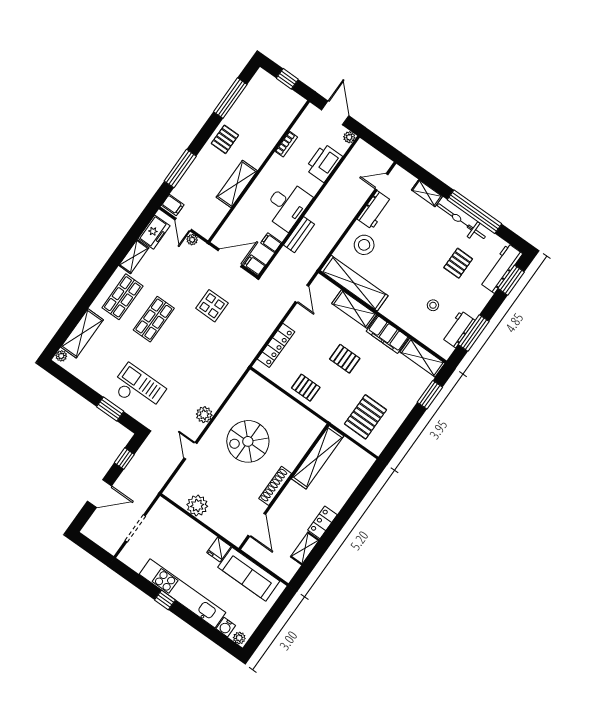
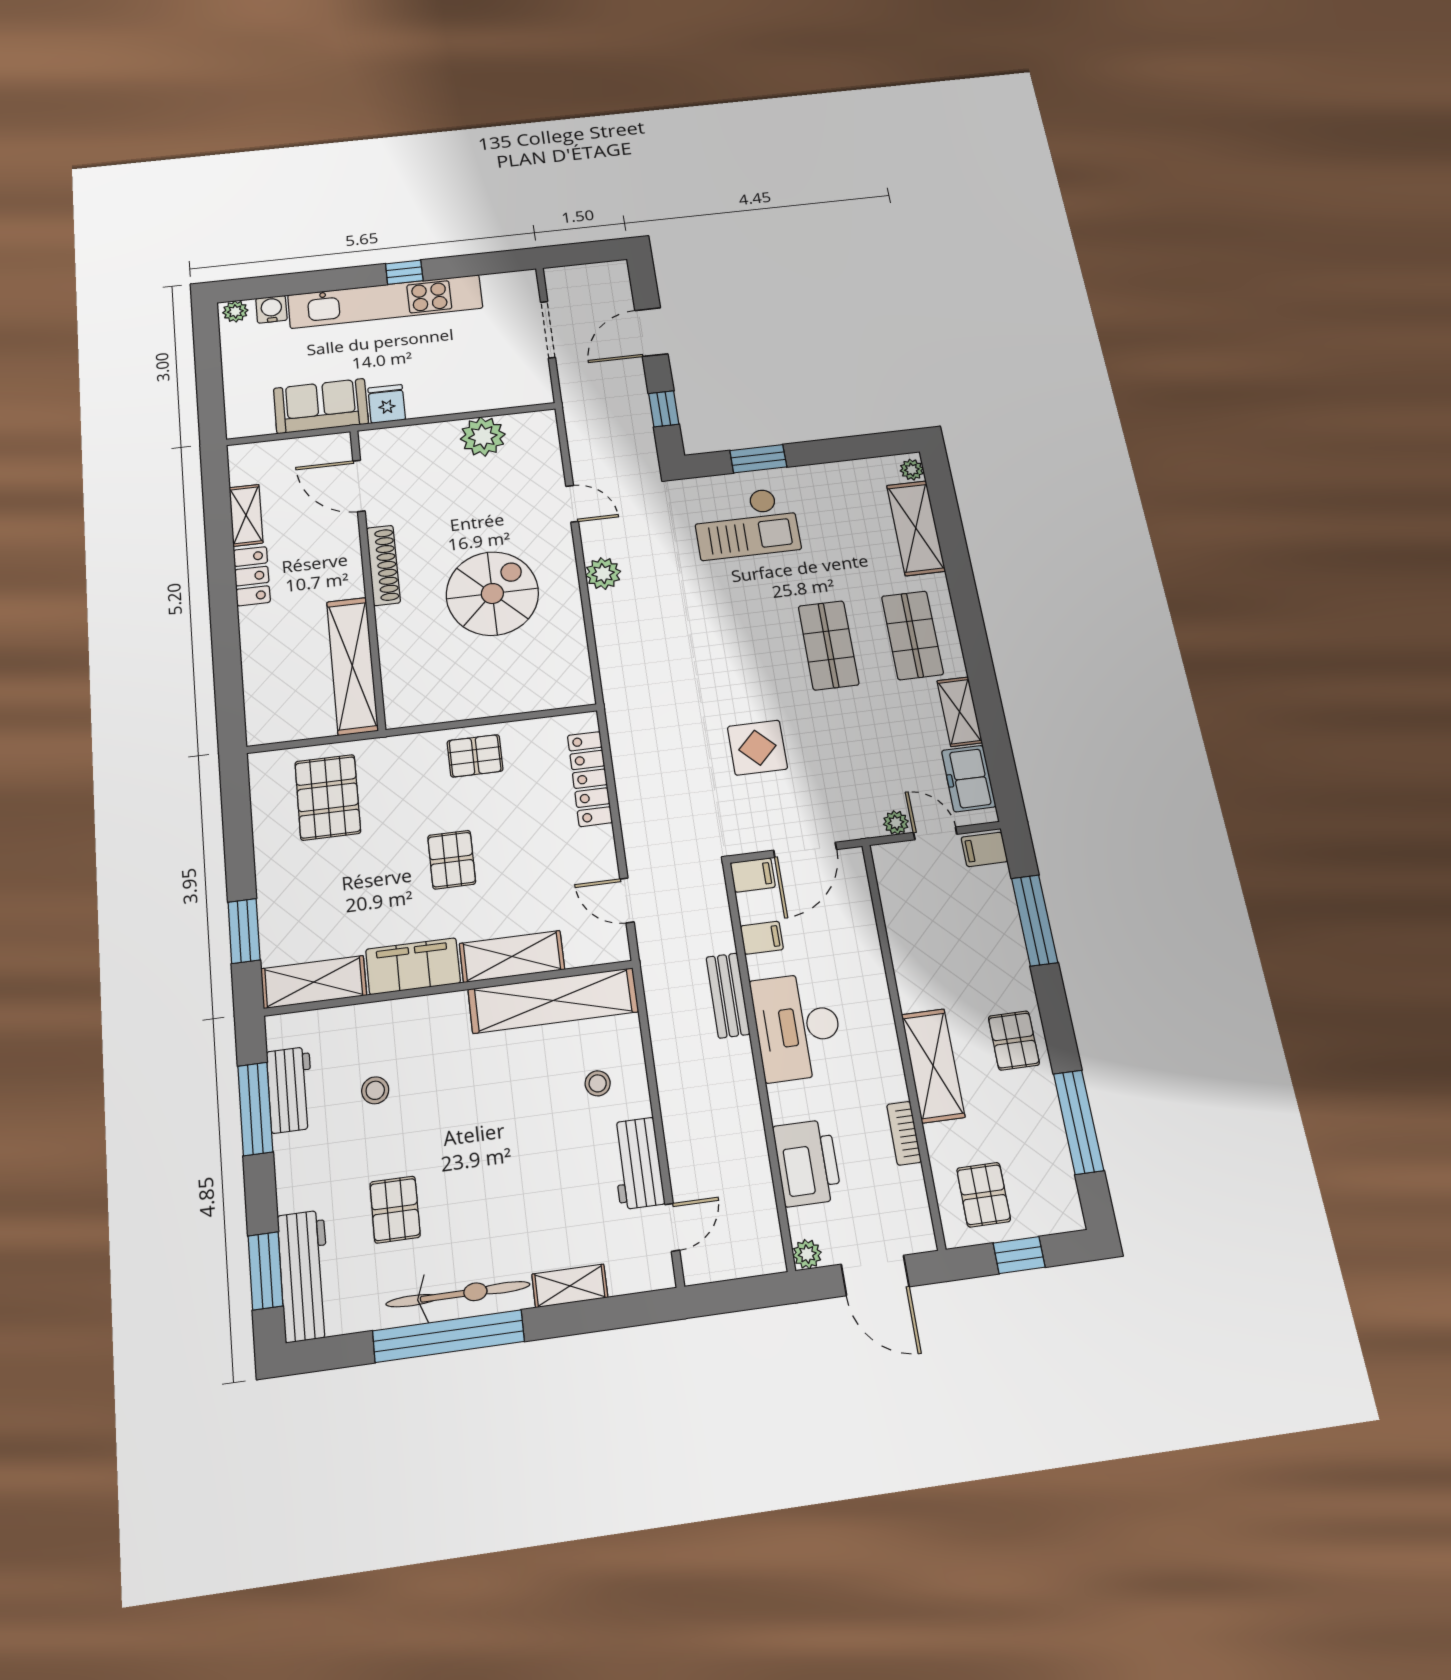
pallet: (280, 105) -> (984, 1195), added
shelving: (237, 184) -> (933, 1066), moved
stool: (364, 245) -> (598, 1083), width x0.53, depth x0.53
pallet: (345, 359) -> (452, 860), turned 90
sofa: (249, 574) -> (321, 406), width x0.73

